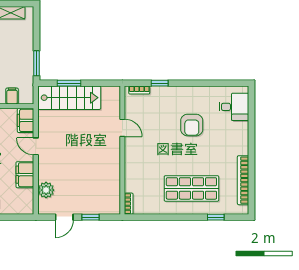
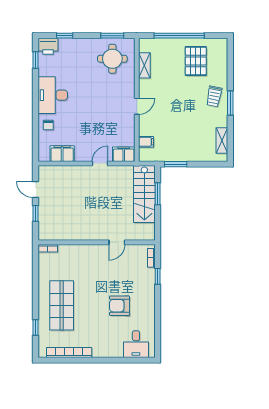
filing cabinet: (25, 175) -> (62, 154), moved
plant: (46, 190) -> (60, 173), removed

